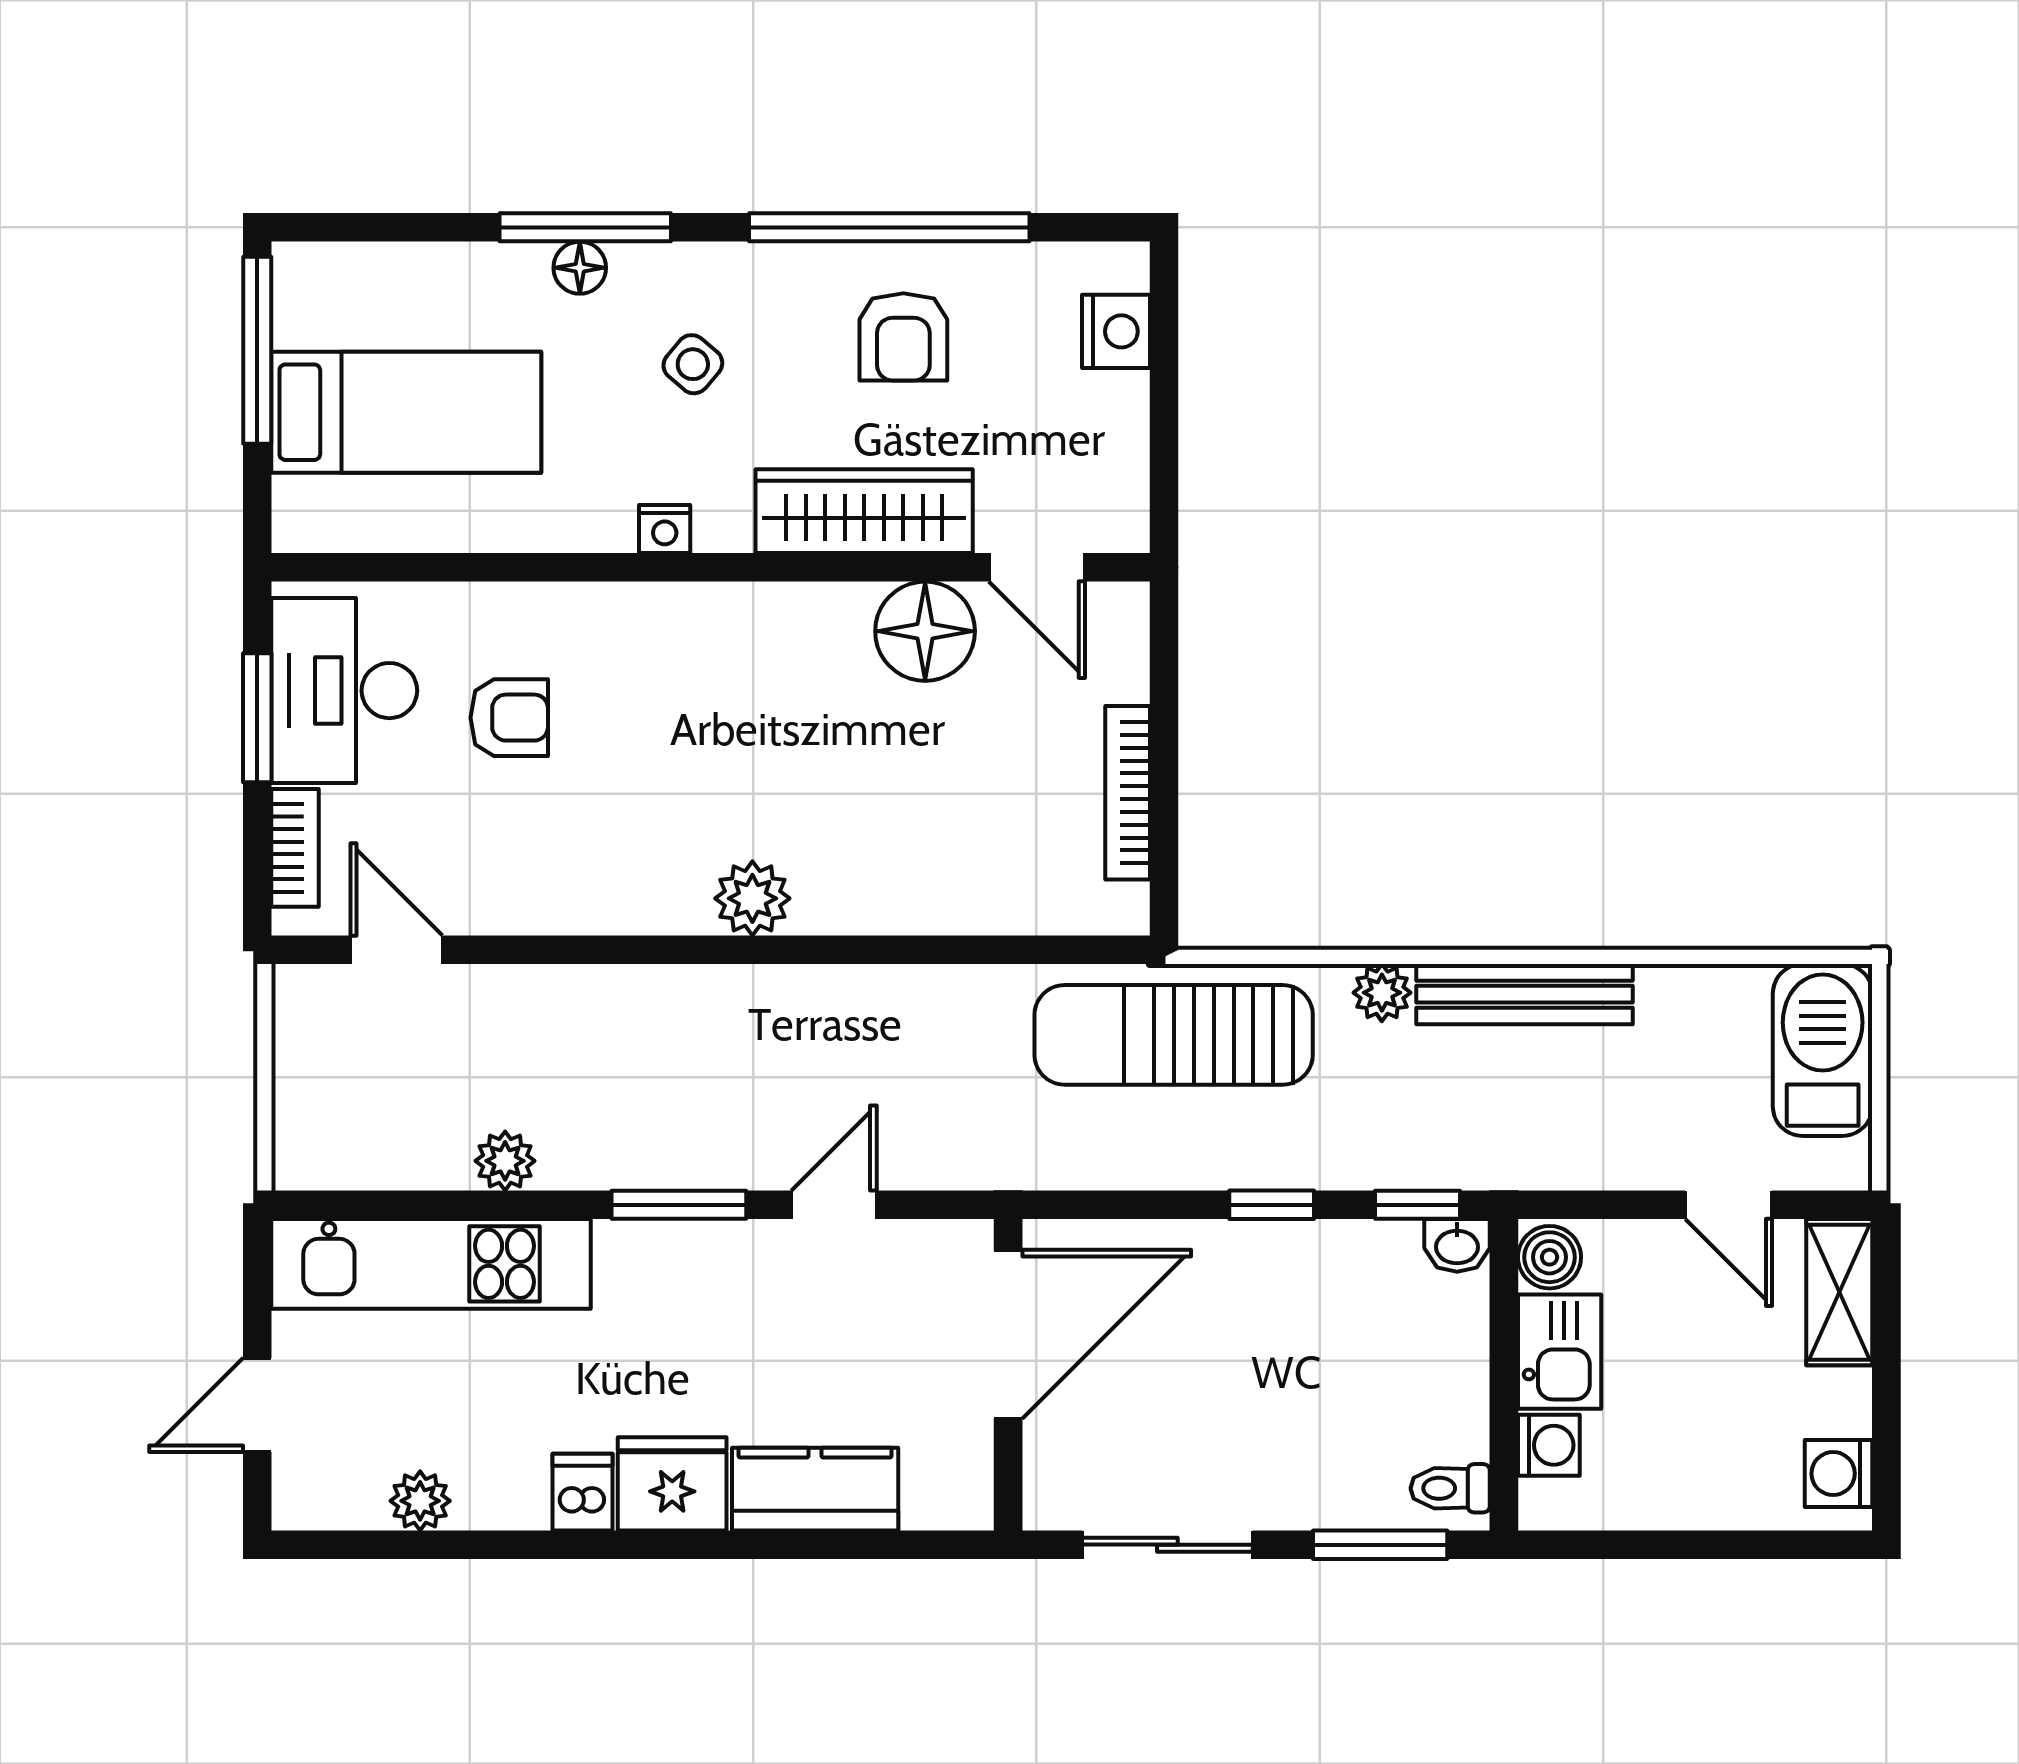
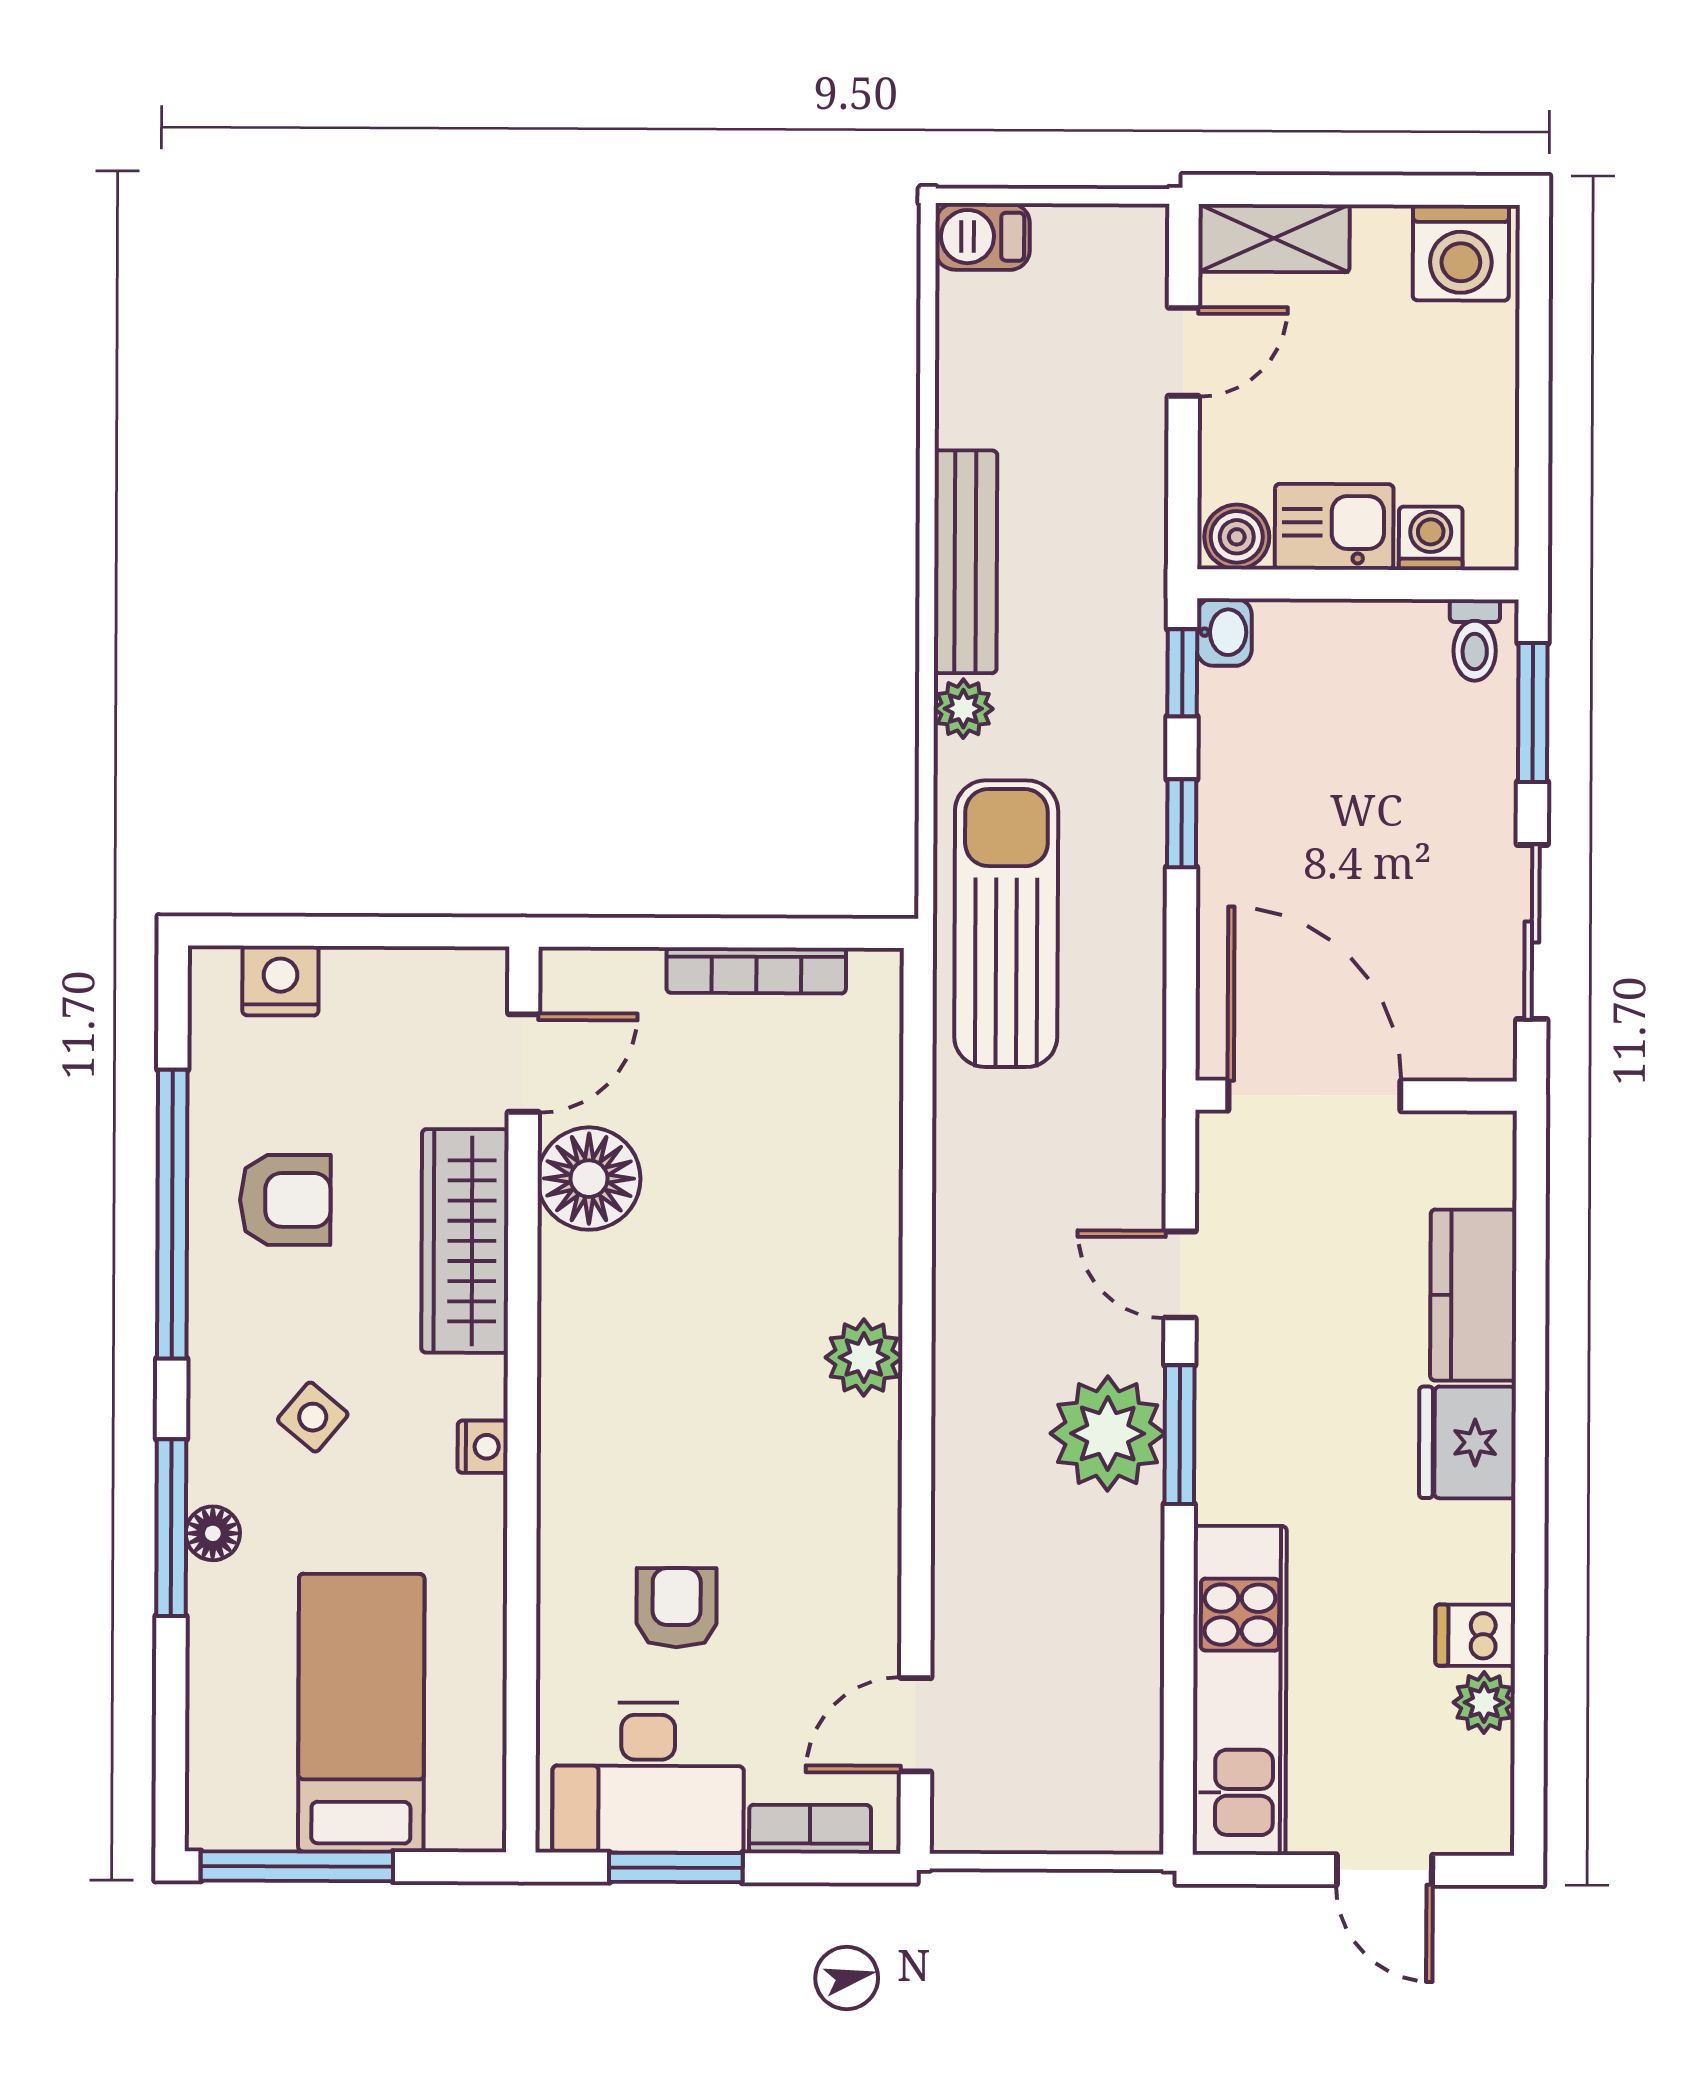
sun lounger: (1174, 1035) -> (1006, 924), turned 180
barbecue: (1823, 1050) -> (983, 237), width x0.53, depth x0.65
plant: (505, 1161) -> (1108, 1434), moved, width x1.88, depth x1.88
washing machine: (1839, 1474) -> (1461, 253), width x1.38, depth x1.38
dishwasher: (582, 1492) -> (1475, 1635), moved

